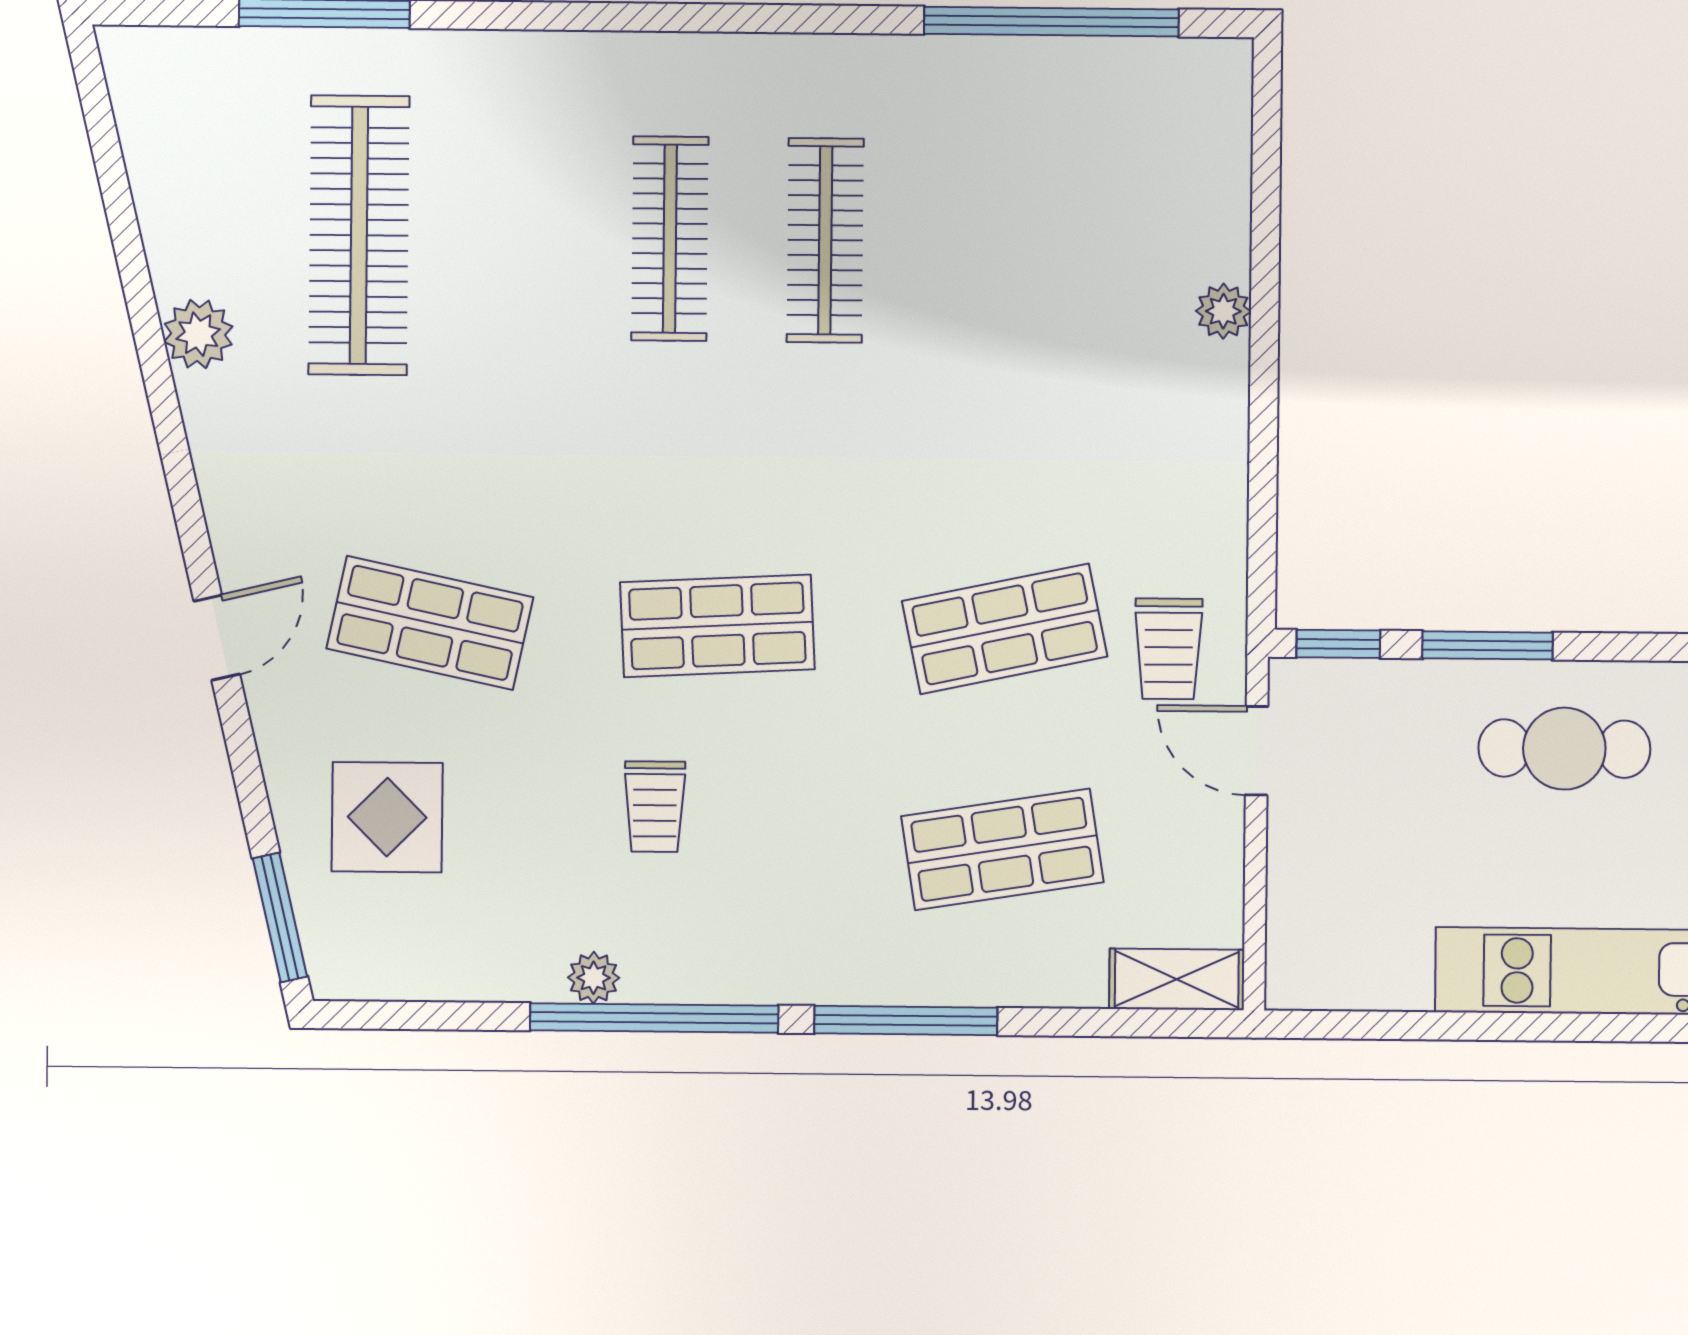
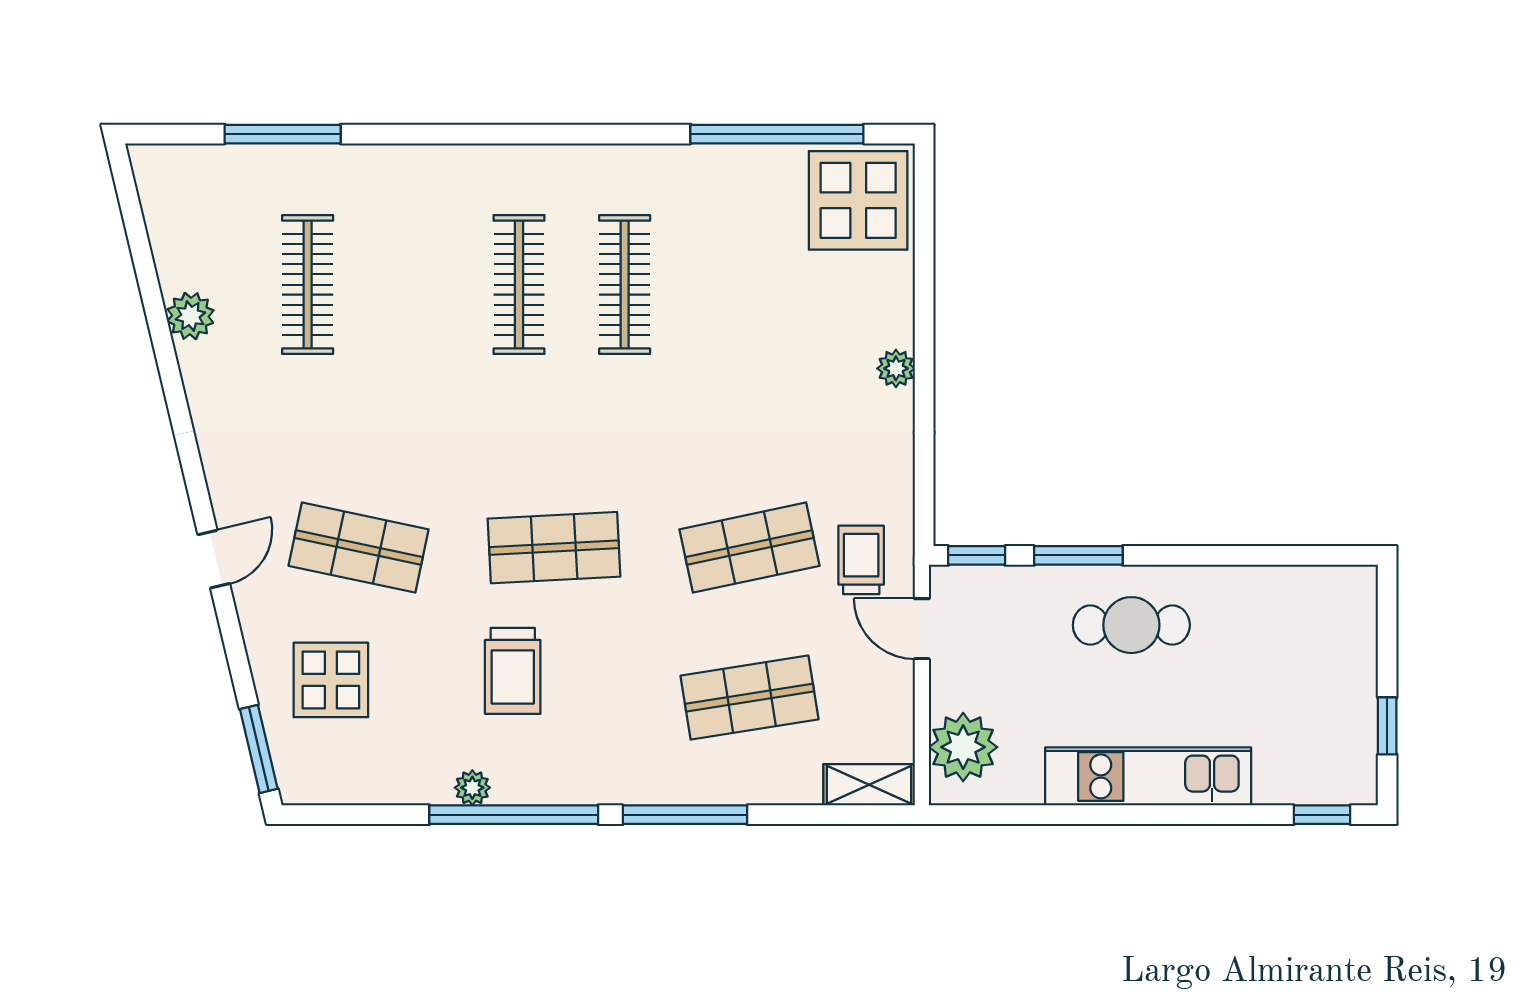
display table: (1170, 120) -> (858, 200), added
clothes rail: (359, 235) -> (308, 285), width x0.73, depth x0.76
plant: (1223, 311) -> (896, 368), moved
plant: (198, 334) -> (190, 316), moved
trolley: (1169, 649) -> (861, 560), turned 180
trolley: (655, 807) -> (513, 671), width x1.36, depth x1.39
plant: (1315, 925) -> (963, 747), added

